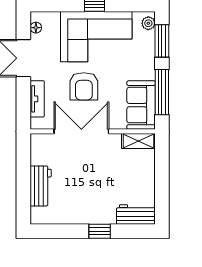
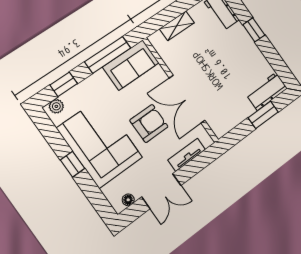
window: (162, 41) -> (64, 84), width x0.67
shelving: (138, 141) -> (177, 26), moved, turned 90
workbench: (41, 186) -> (267, 91), moved
window: (23, 187) -> (263, 115), added

